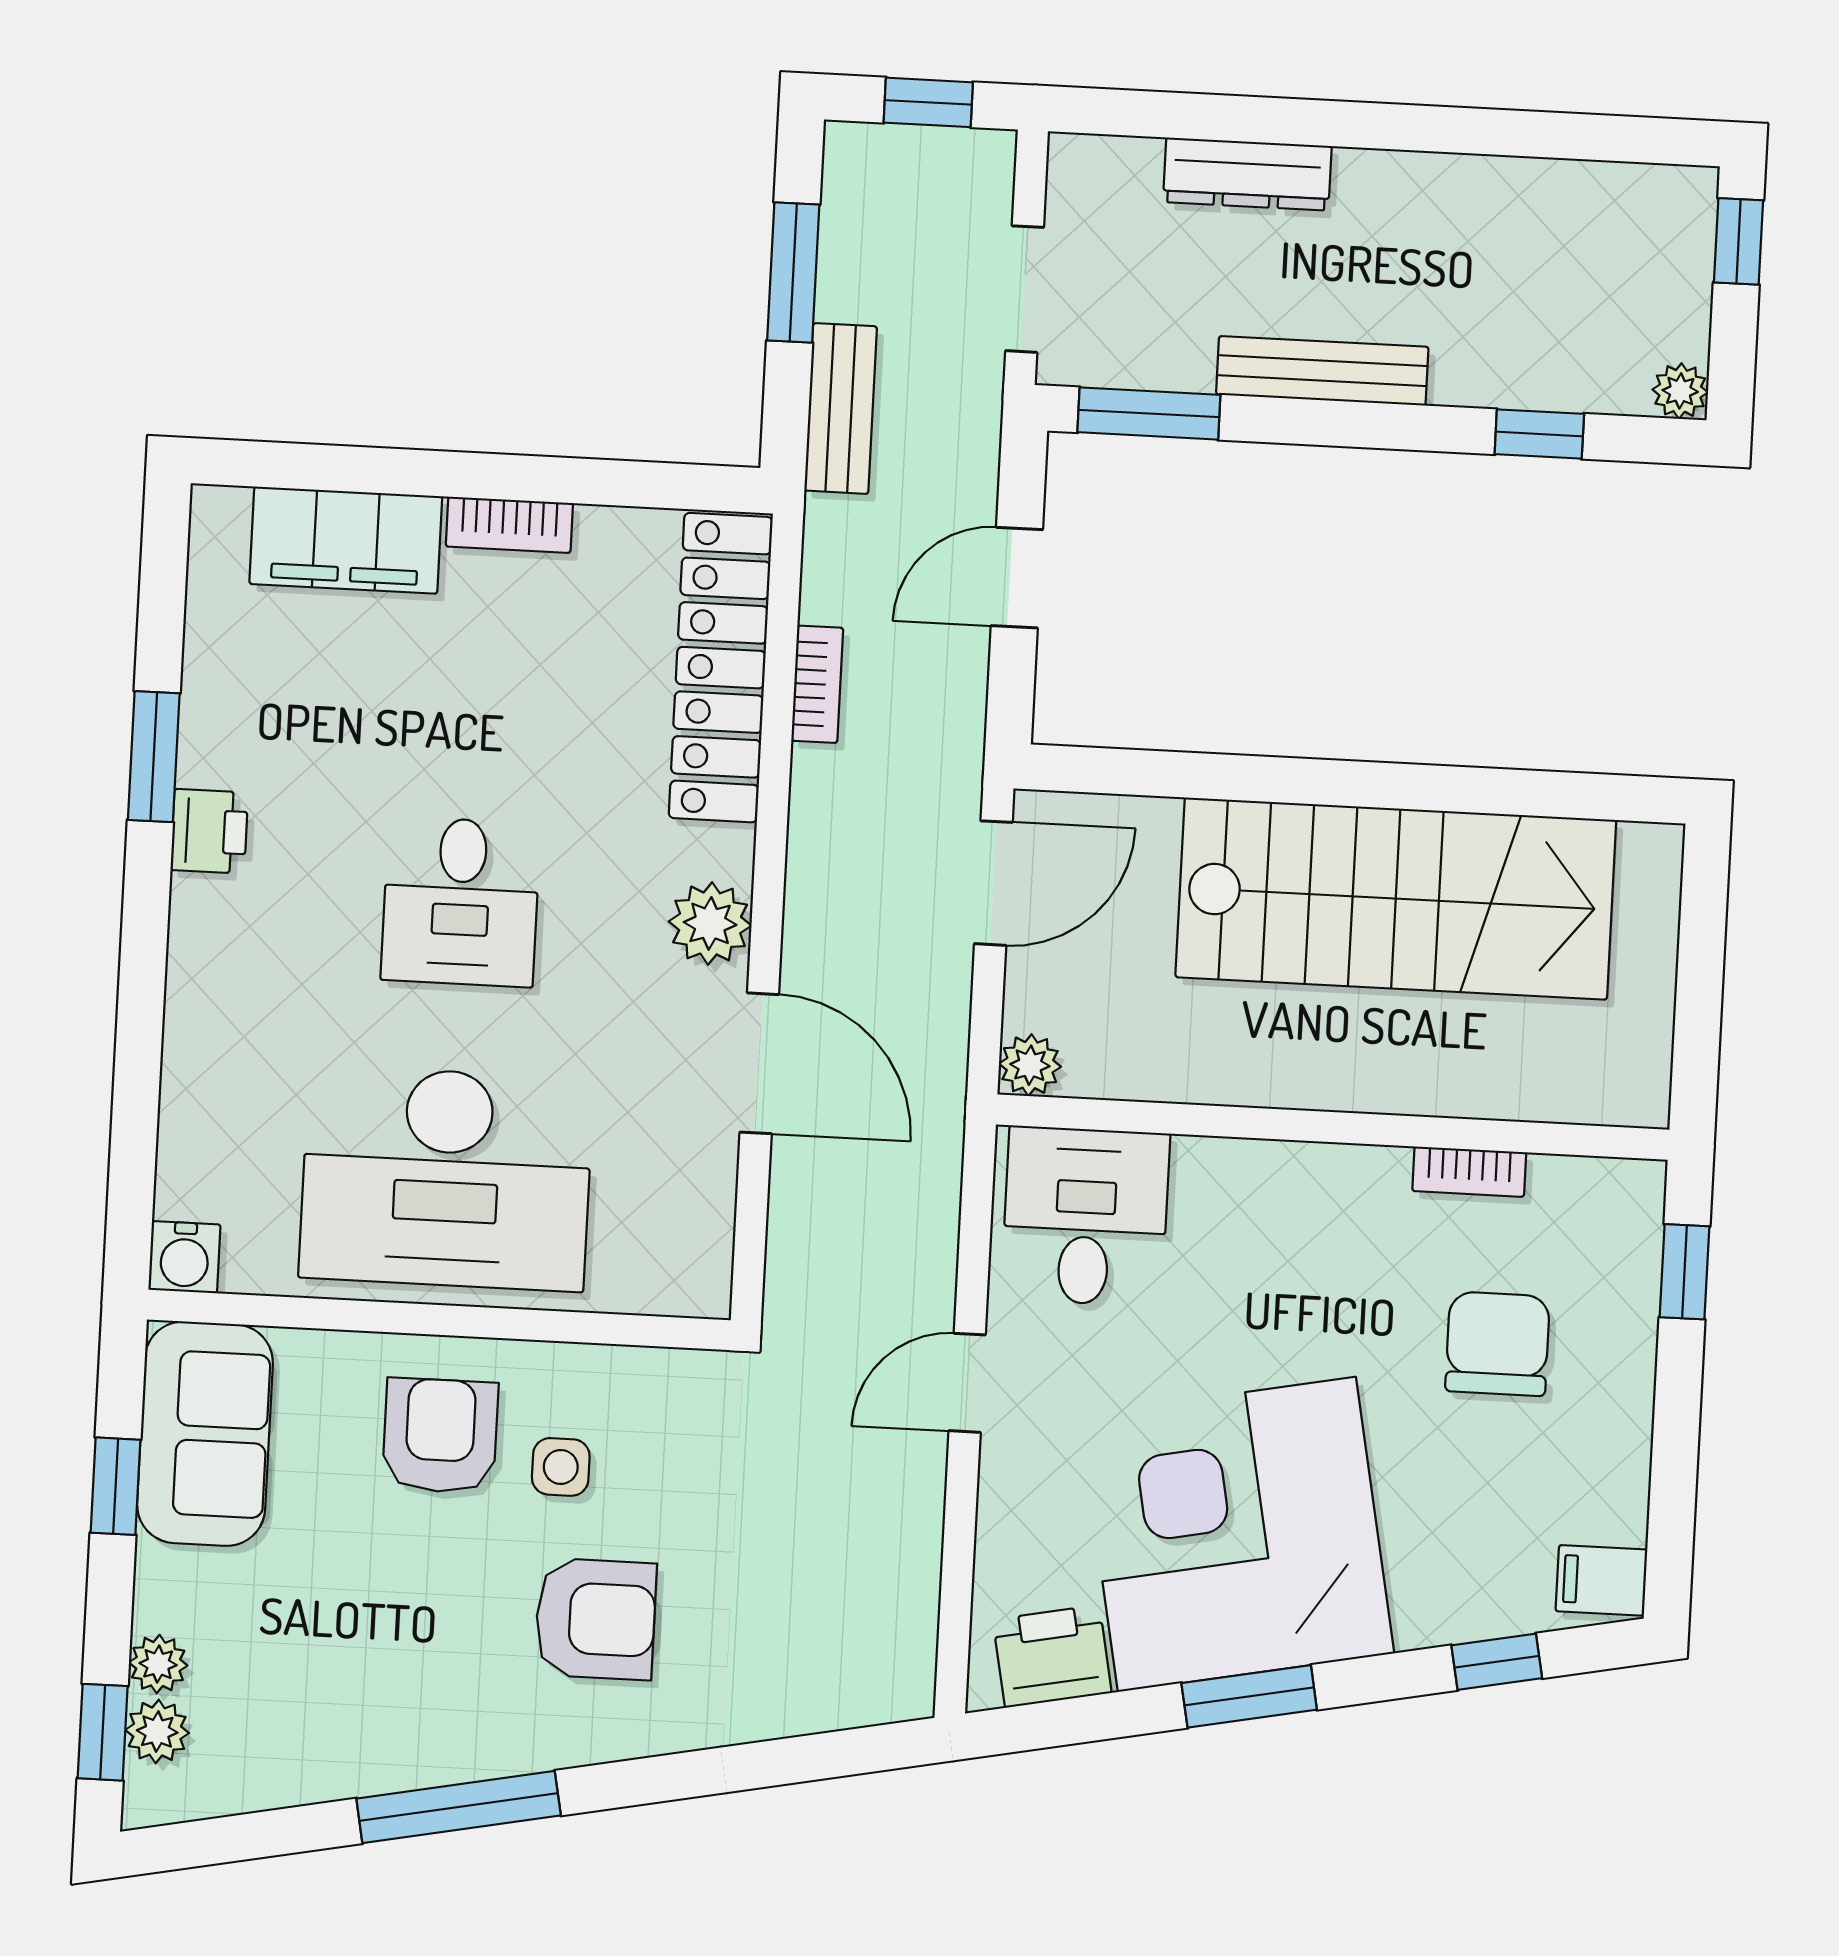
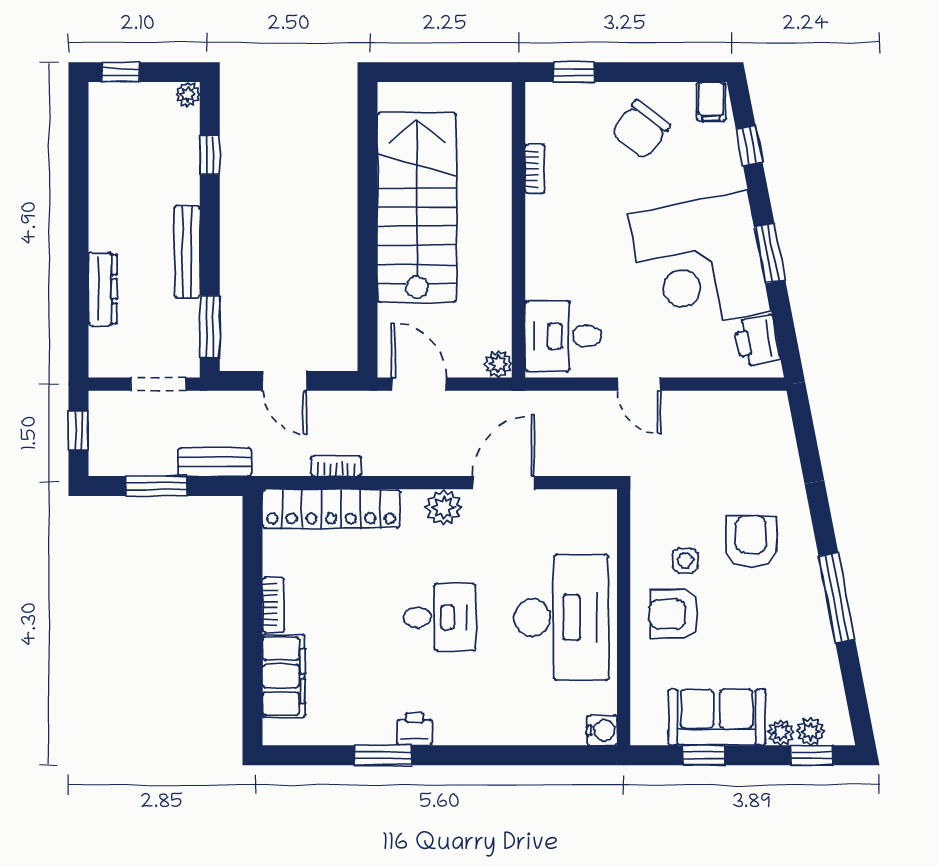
chair: (1498, 1344) -> (641, 130), moved, turned -53
sofa: (205, 1434) -> (717, 717), moved

